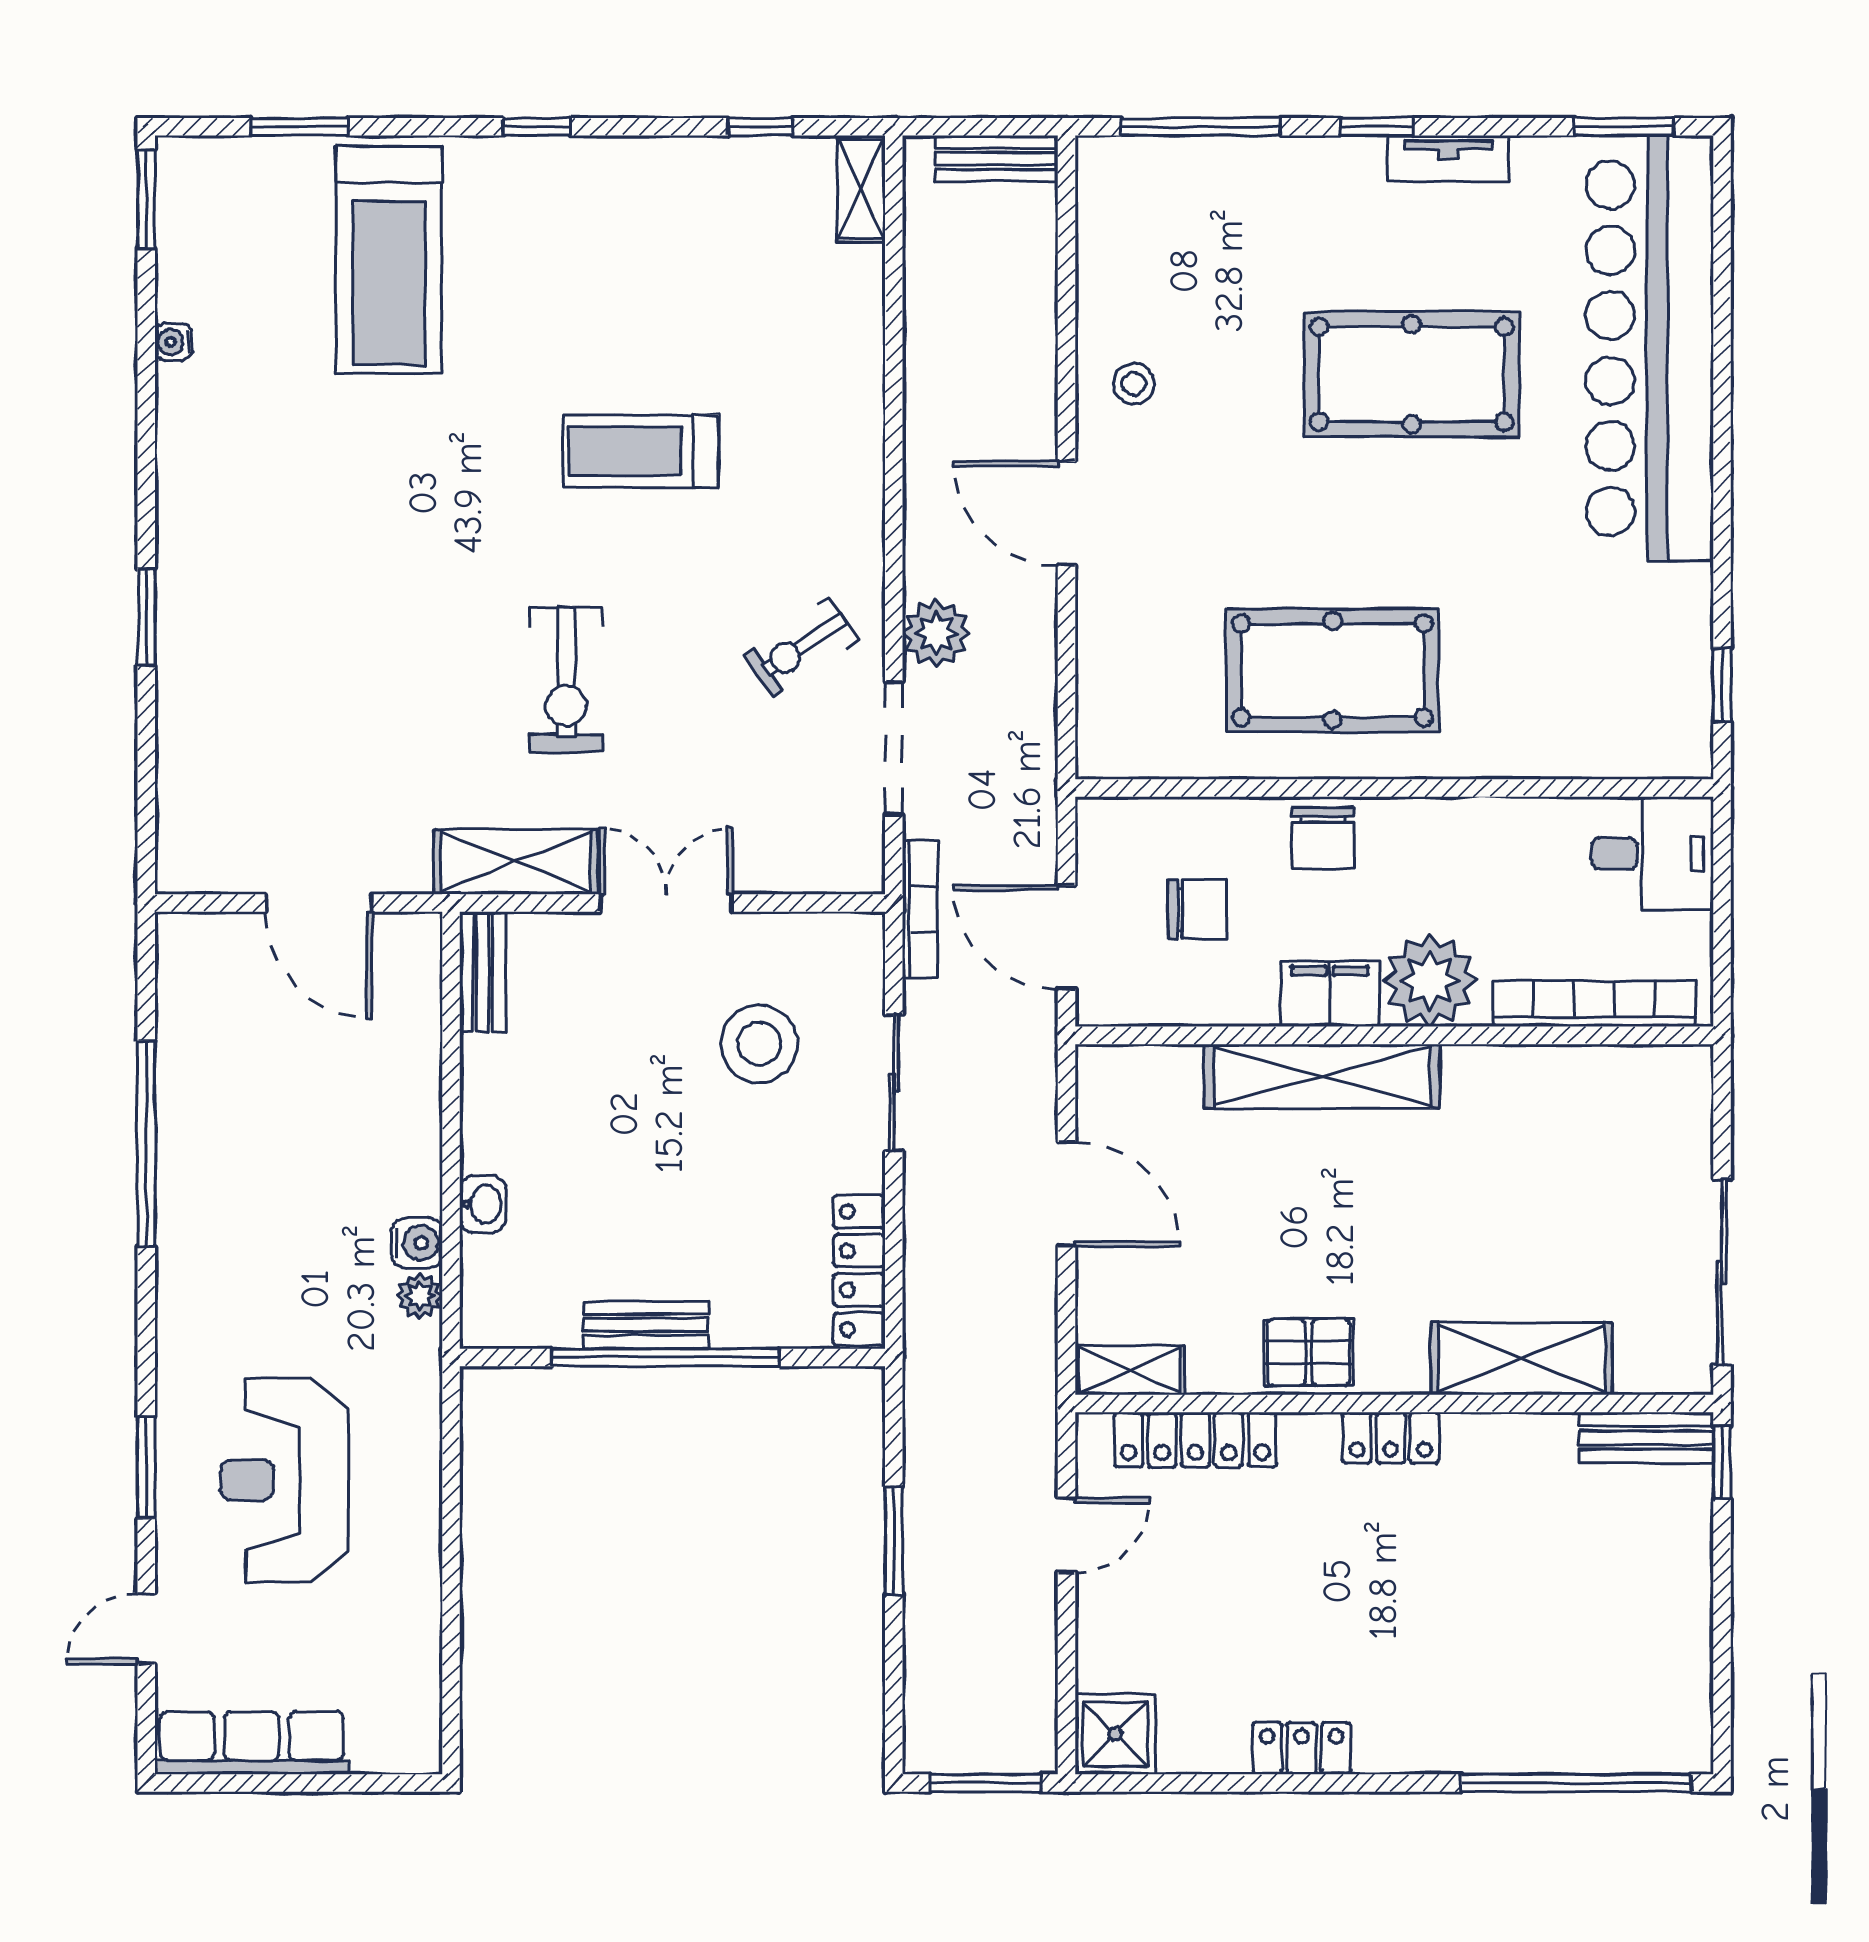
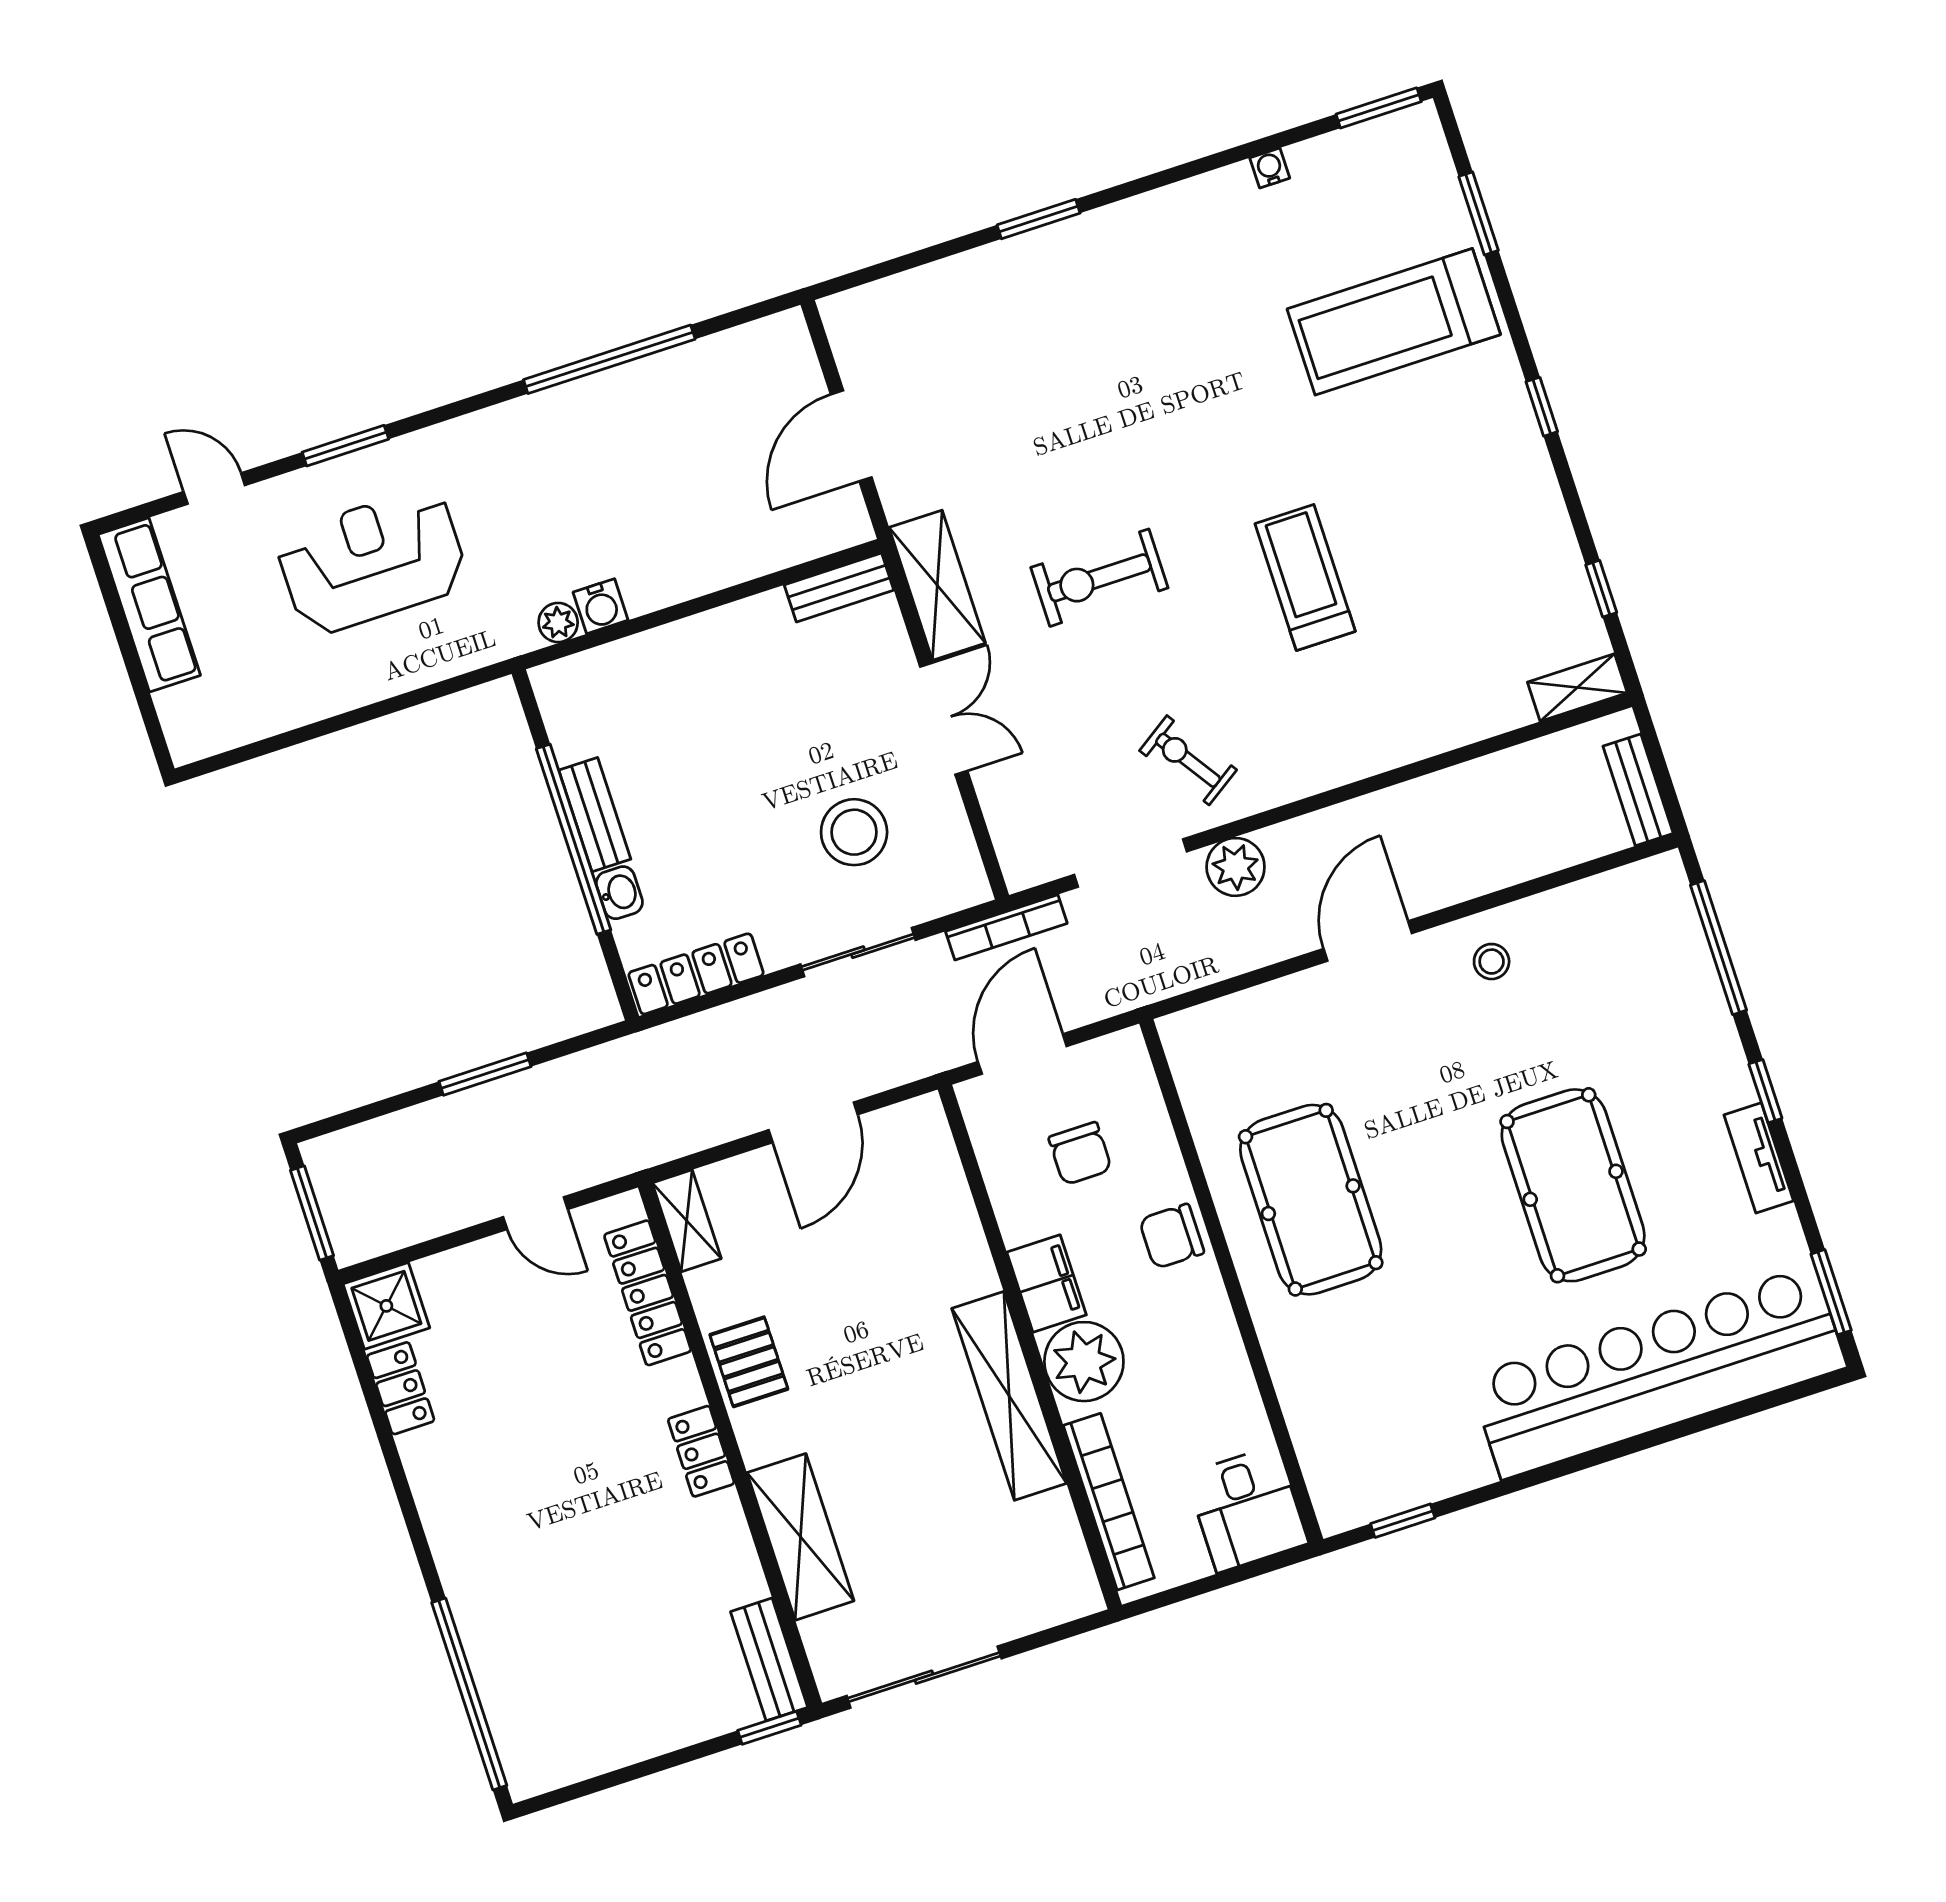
shelving: (1322, 1076) -> (1009, 1396), moved
washbasin: (483, 1204) -> (619, 893), moved, turned -90
locker: (1301, 1748) -> (401, 1388), moved

